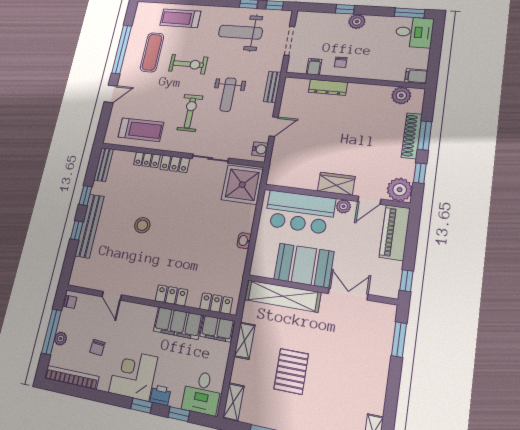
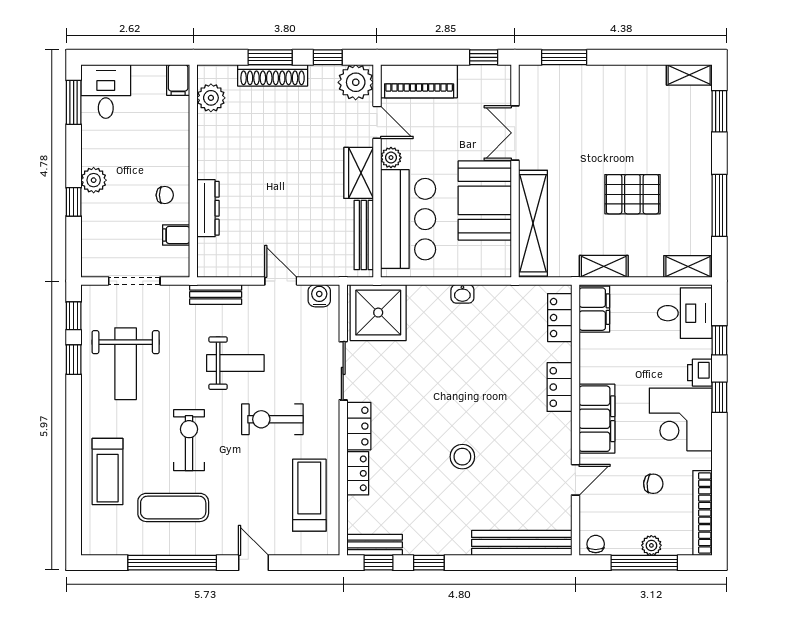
bench: (294, 182) -> (364, 235), added
bench: (90, 226) -> (522, 543), moved
window: (77, 230) -> (378, 563), moved
filing cabinet: (178, 323) -> (597, 419), moved

